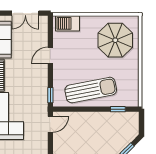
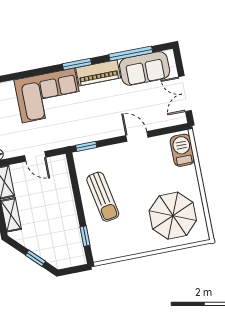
sun lounger: (91, 90) -> (103, 197), width x0.73, depth x0.75
door: (50, 124) -> (35, 156), moved

